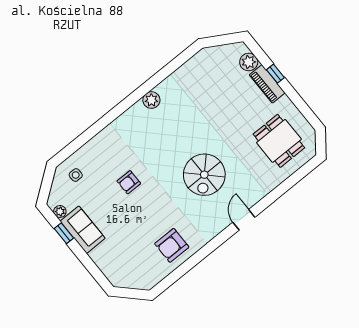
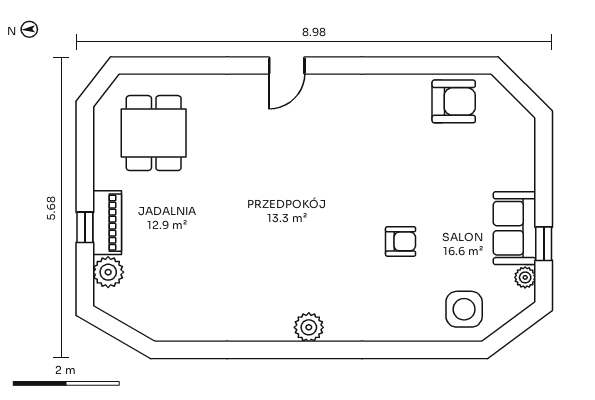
plant: (151, 100) -> (309, 327), moved
side table: (76, 175) -> (464, 309), width x1.87, depth x1.87
spiral stairs: (204, 175) -> (291, 169), removed
armchair: (172, 245) -> (454, 101), moved

